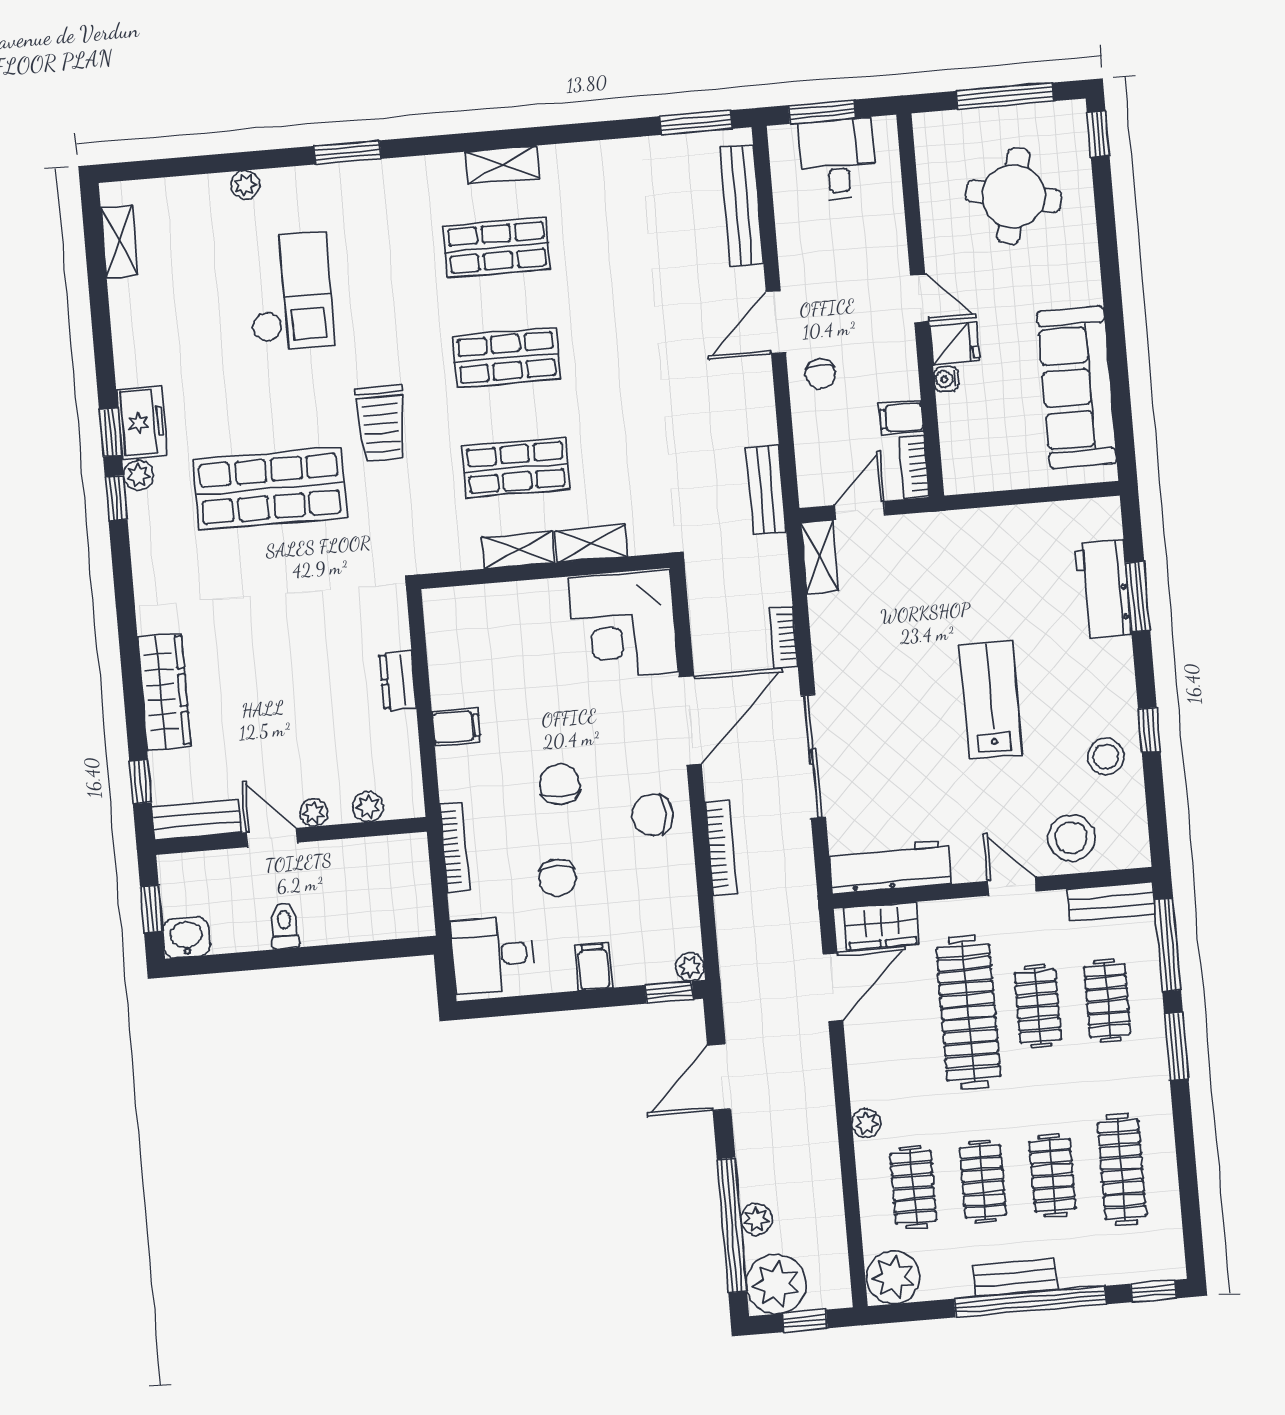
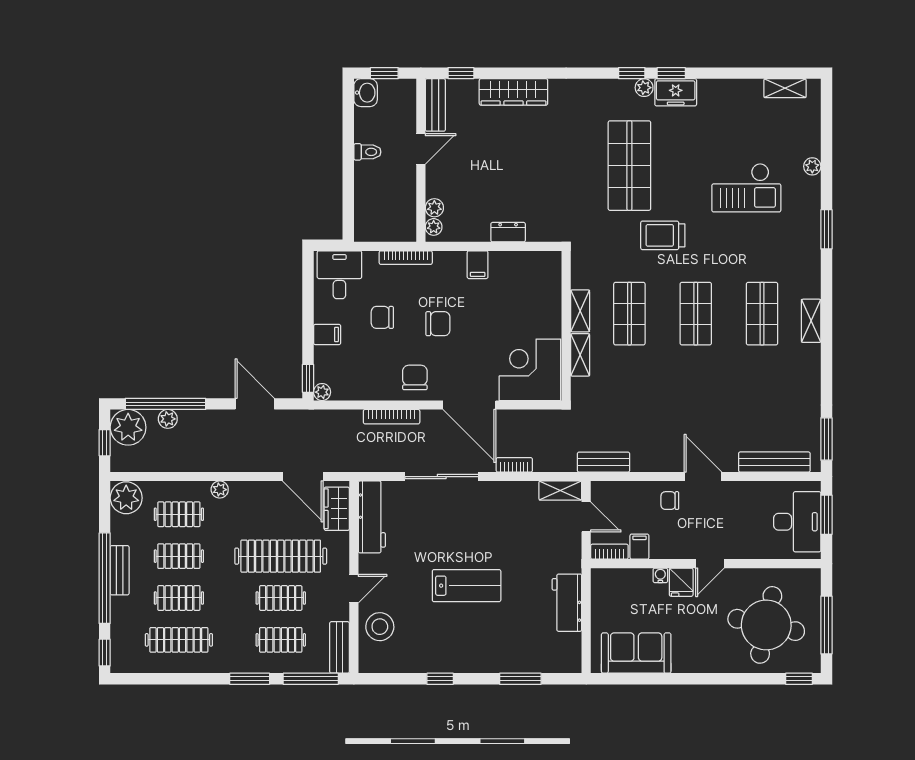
desk: (838, 159) -> (797, 522), width x1.37
round table: (1013, 196) -> (766, 625), width x1.36, depth x1.36
sofa: (1077, 387) -> (636, 653), width x0.73
workbench: (1103, 589) -> (567, 603), moved, turned -90
stool: (1106, 757) -> (426, 651), removed
plant: (314, 813) -> (434, 227), moved

